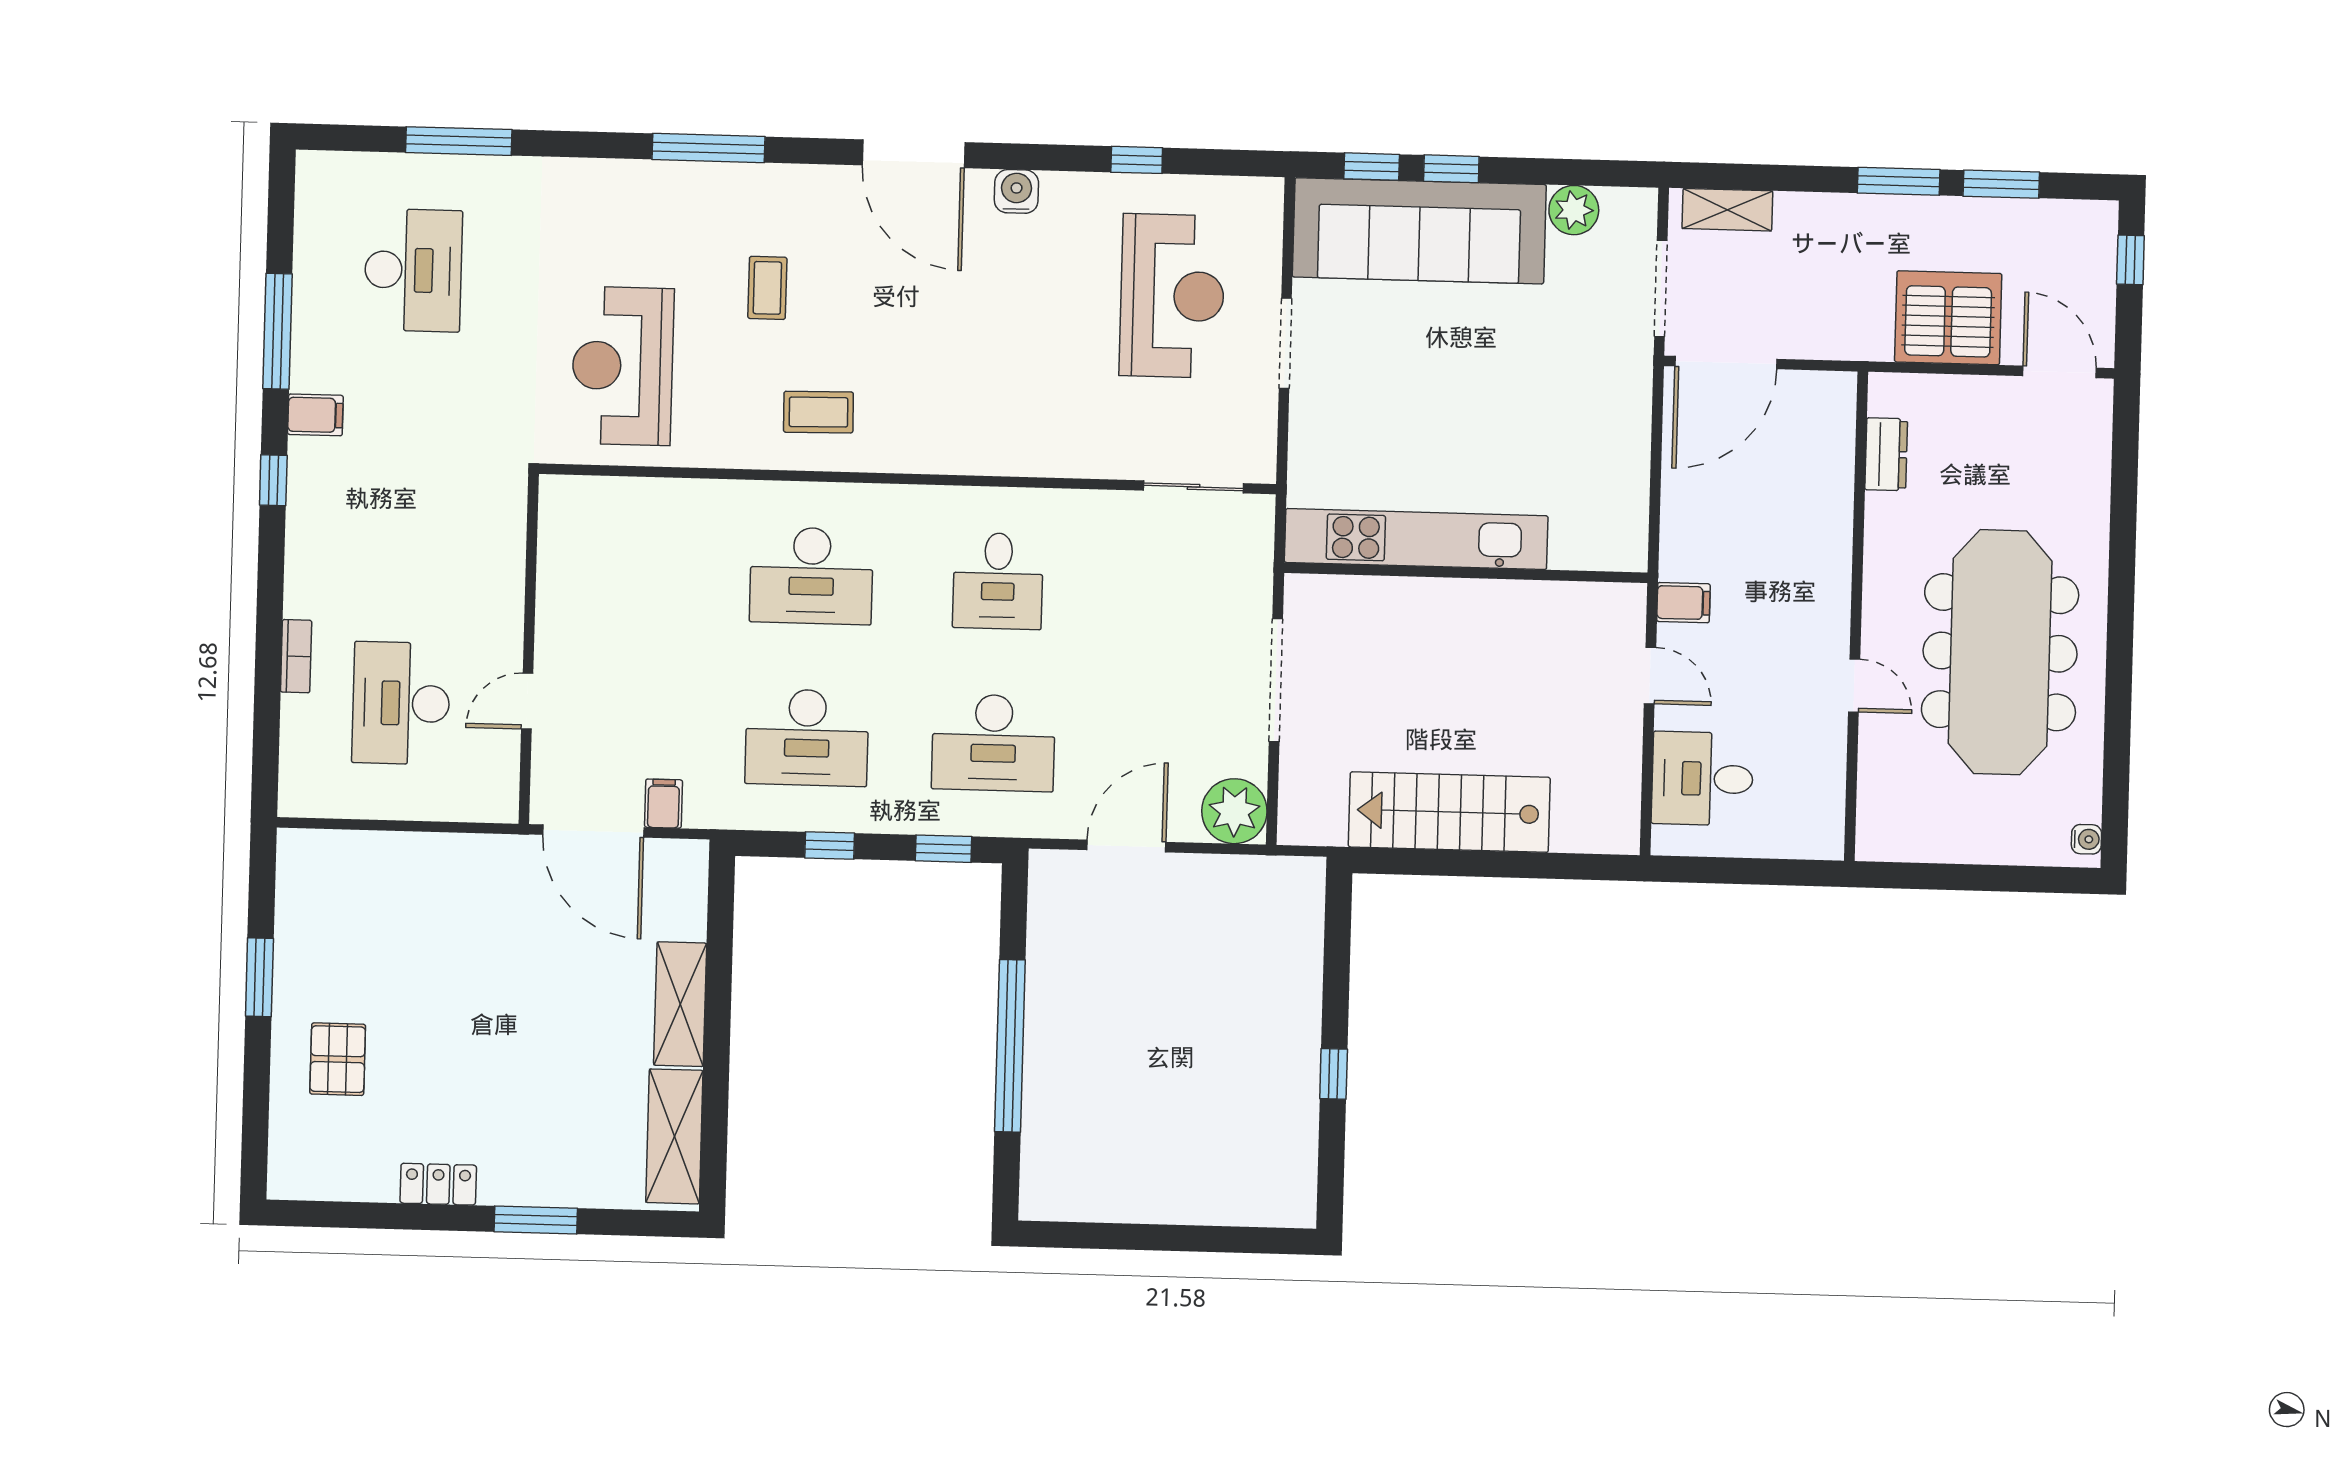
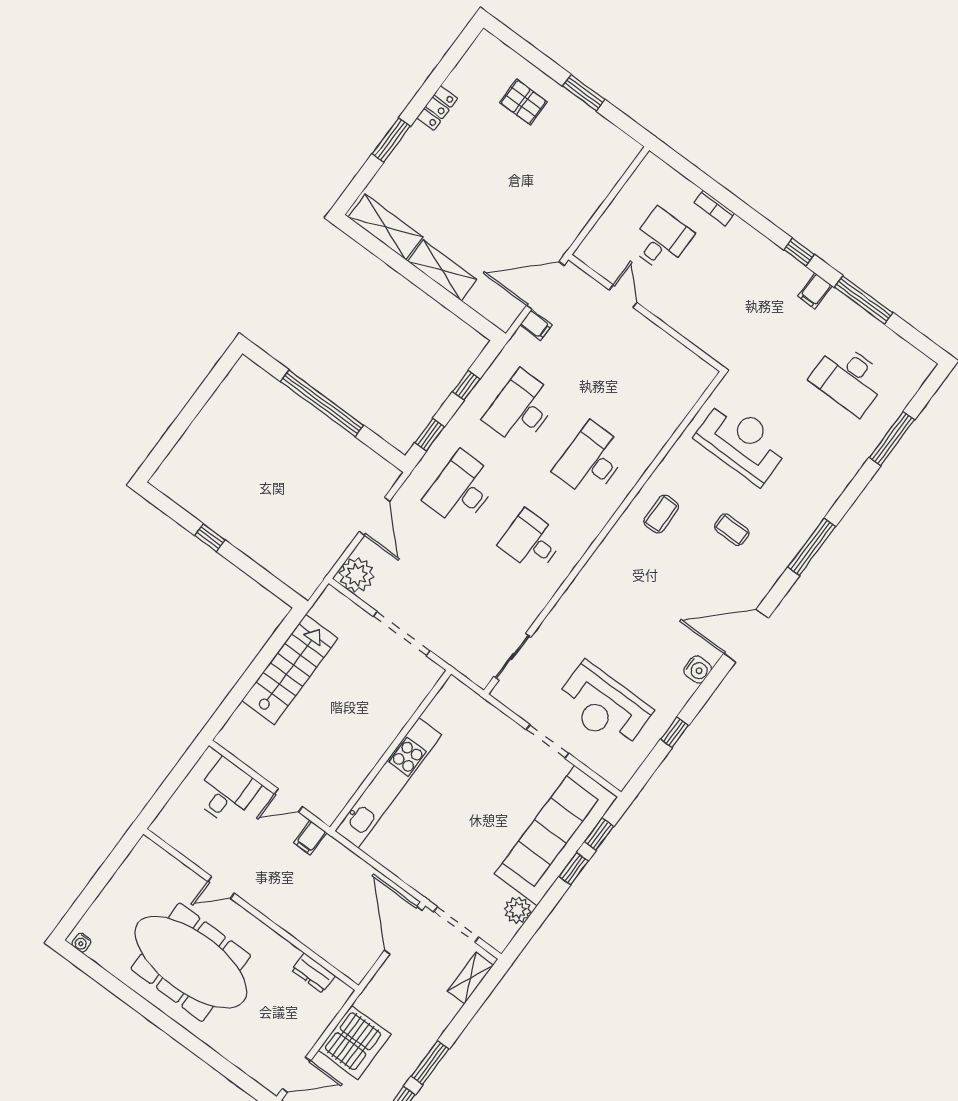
kitchen unit: (1416, 539) -> (388, 783), moved
desk: (401, 703) -> (661, 240), width x0.73

